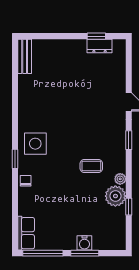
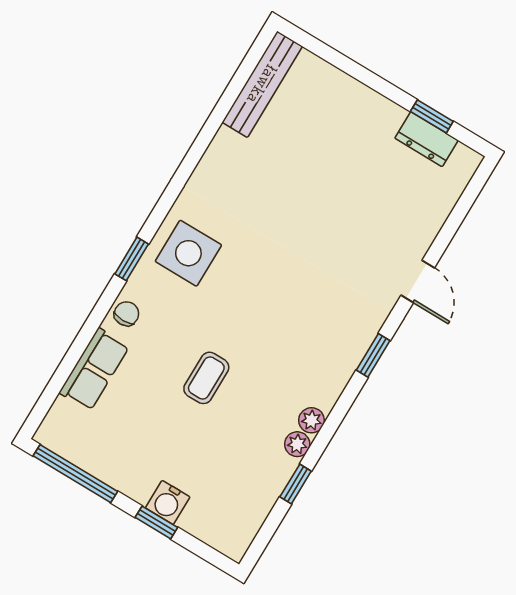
bench: (25, 56) -> (262, 84), width x1.36
coffee table: (91, 166) -> (206, 378), moved, turned 90
plant: (115, 196) -> (297, 444), width x0.53, depth x0.53
row of seats: (26, 233) -> (94, 369), moved
window: (85, 253) -> (156, 522), width x0.67

